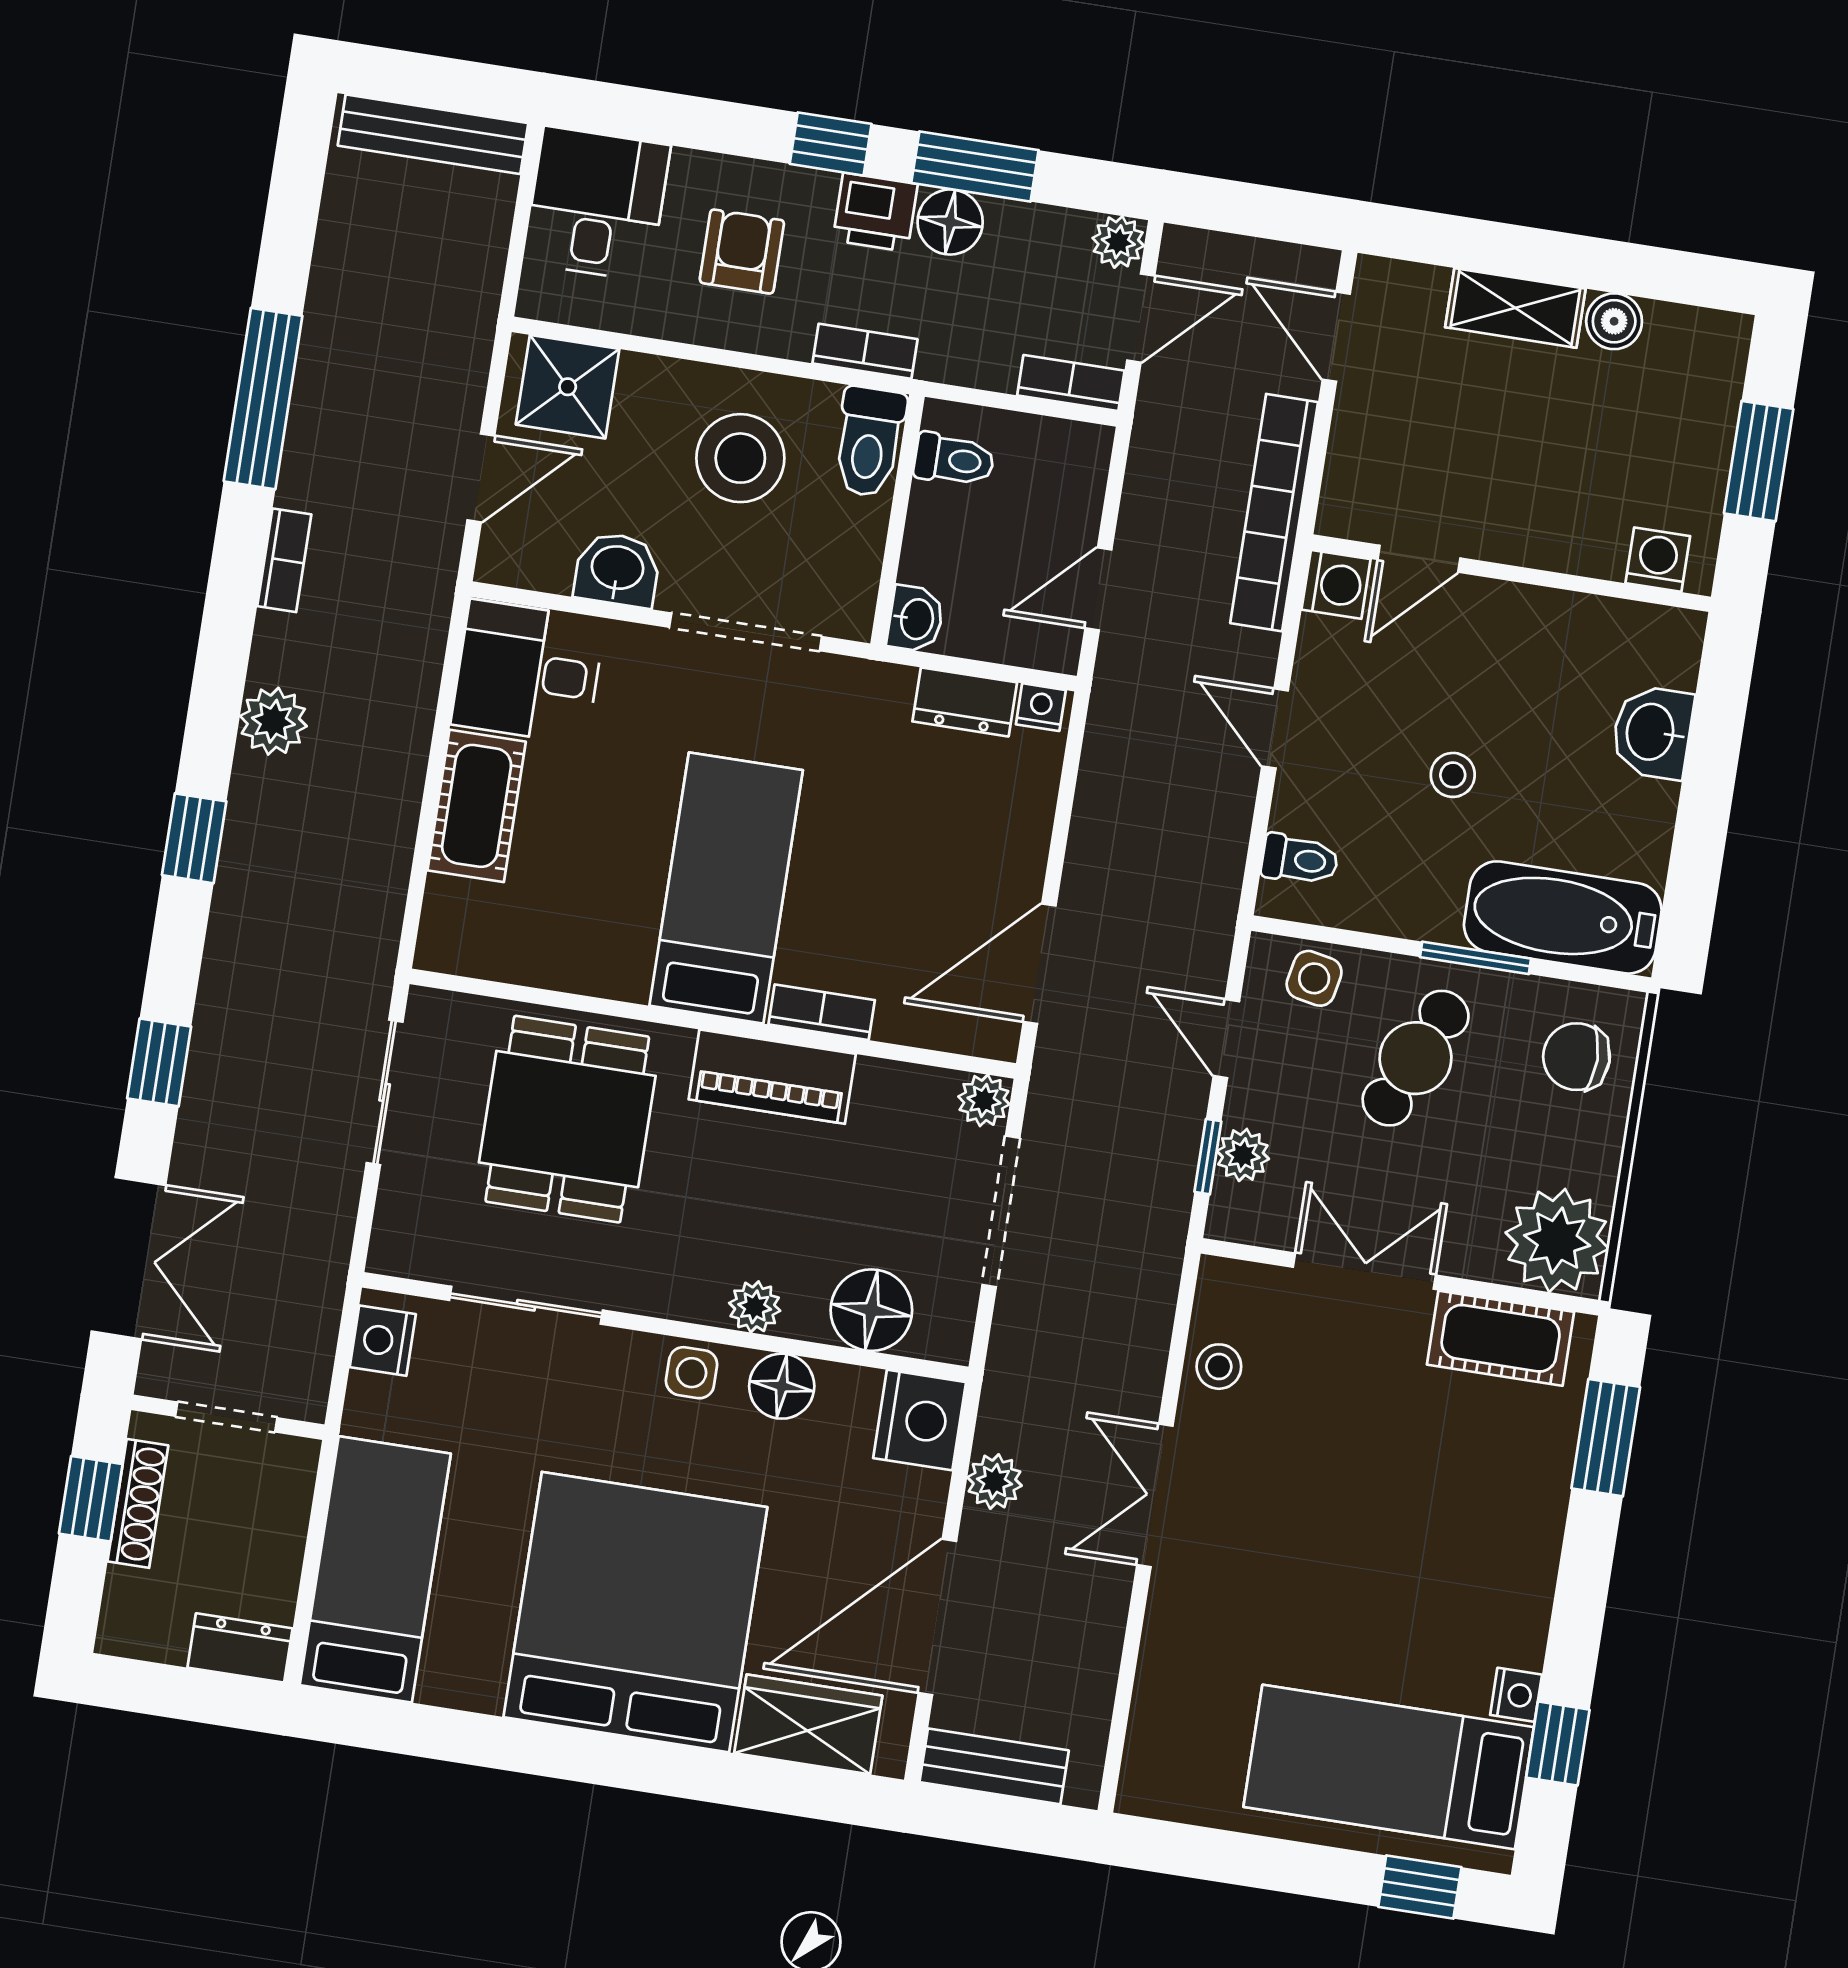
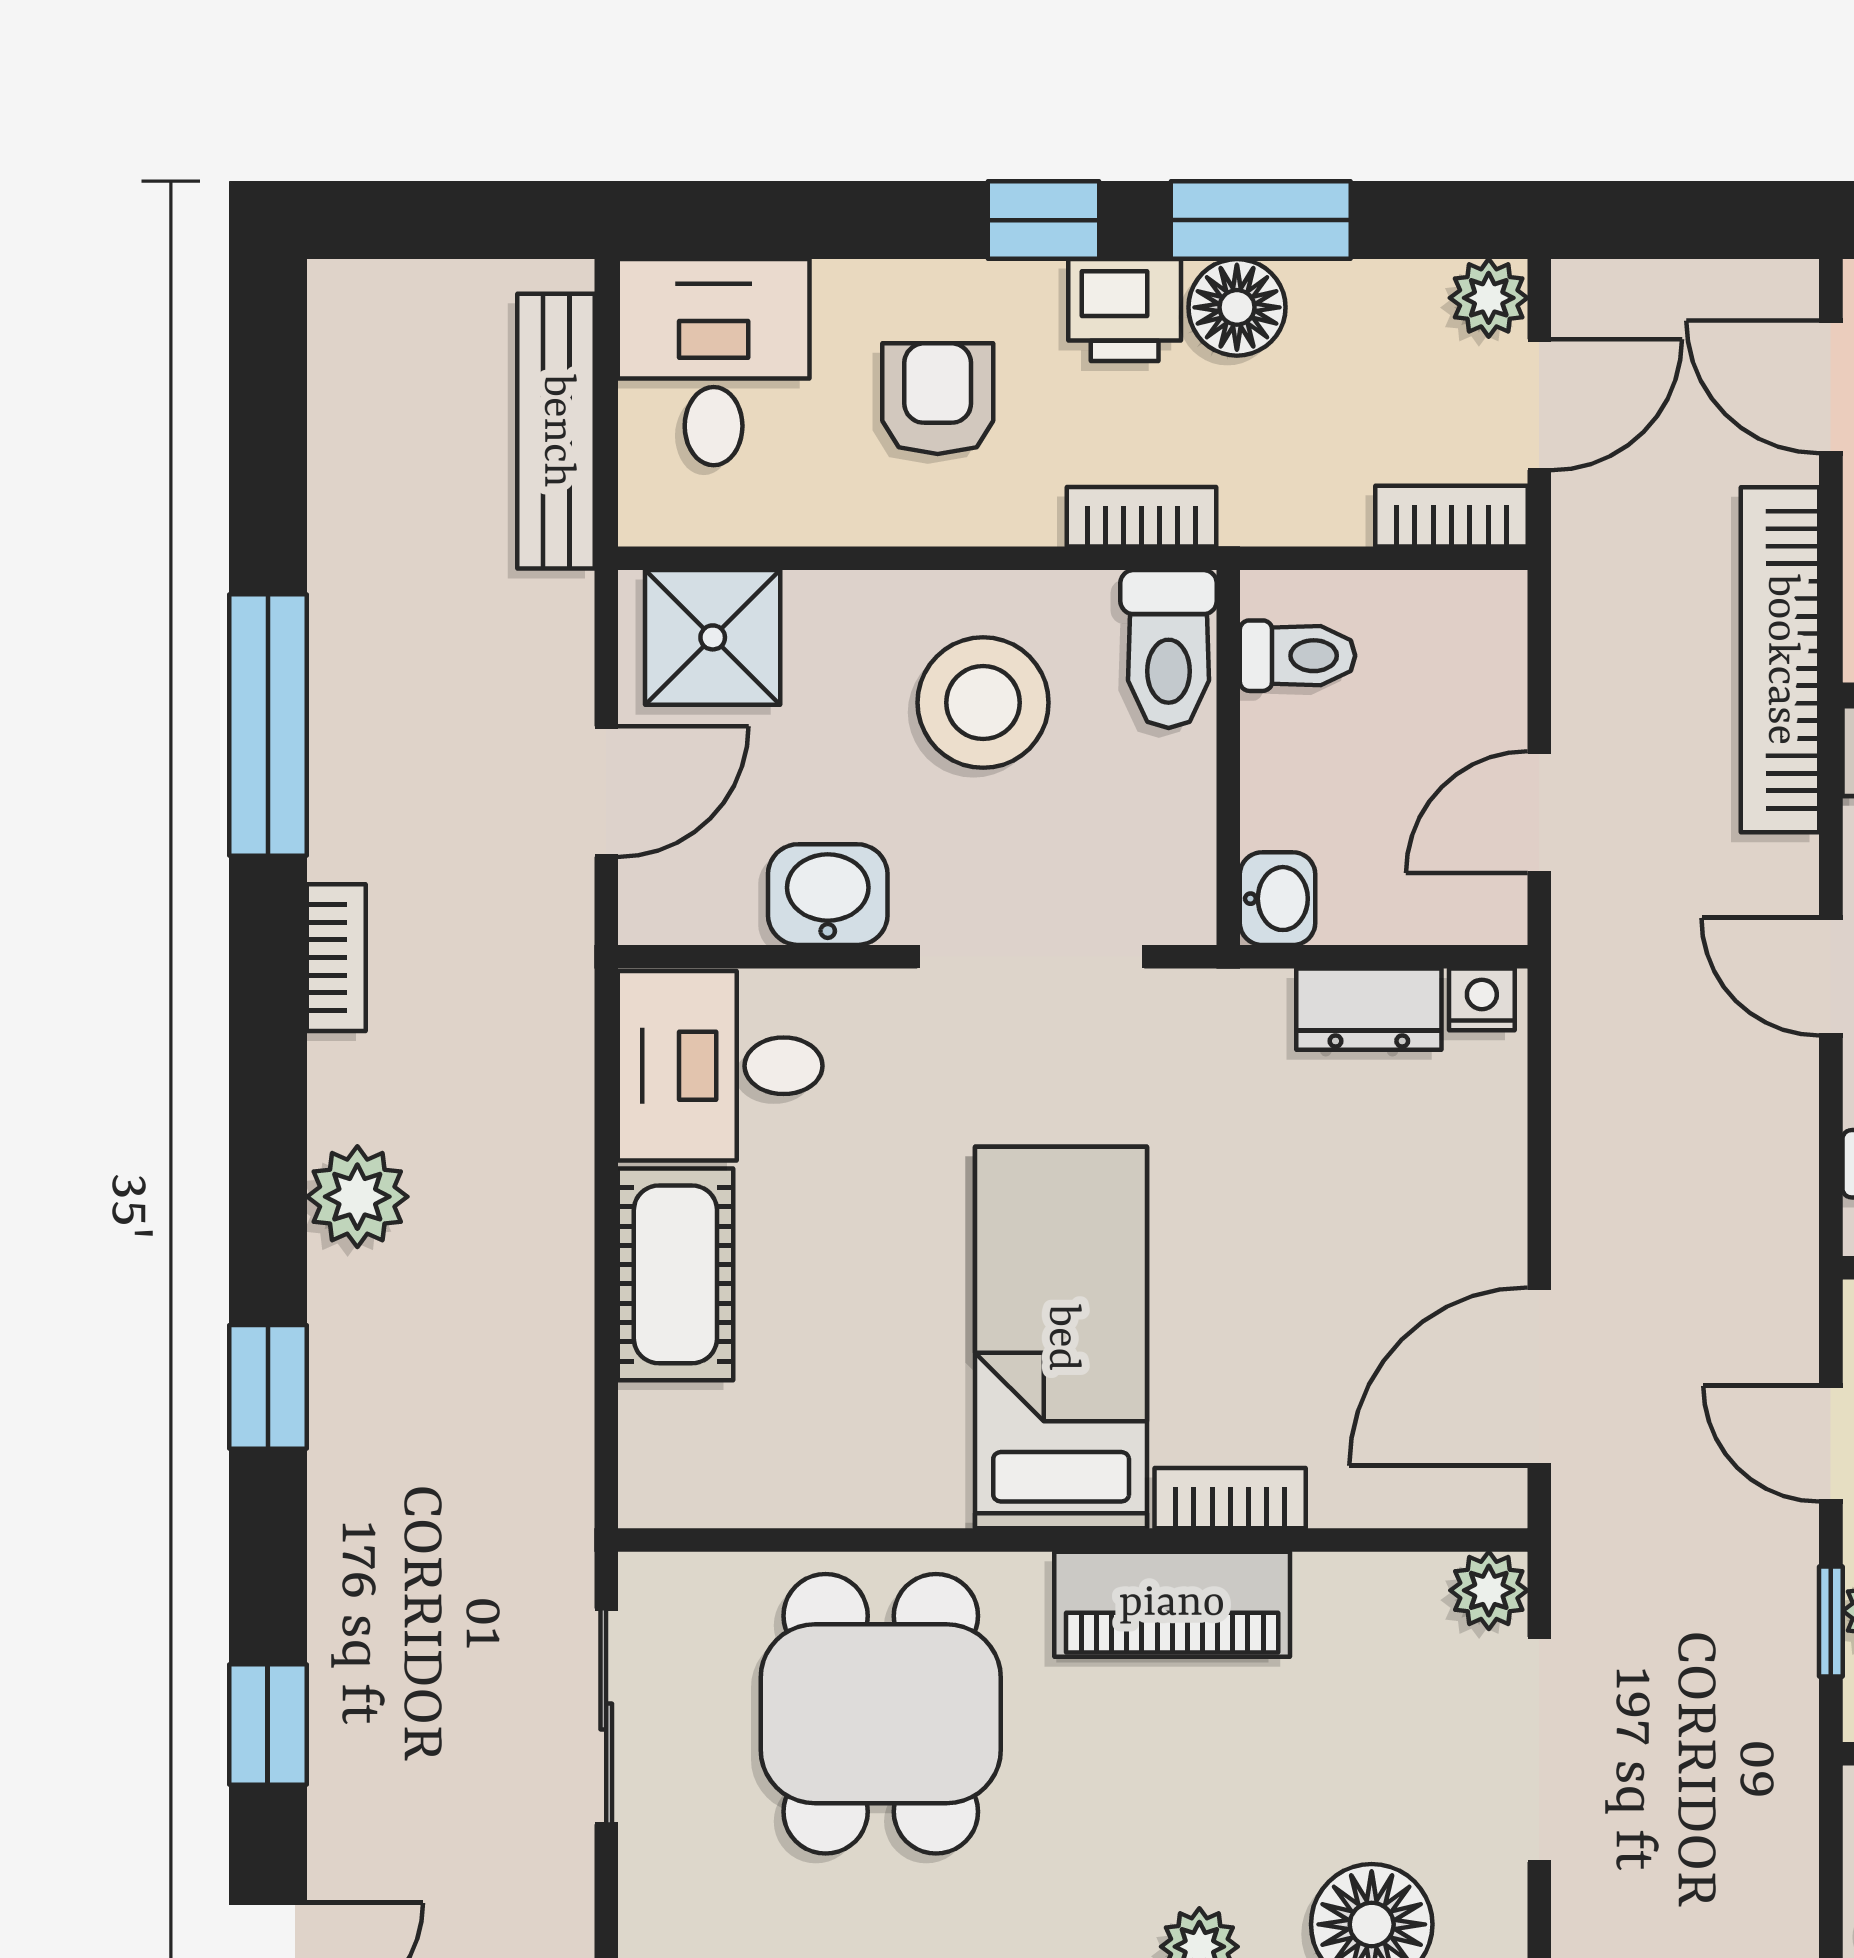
bench: (433, 134) -> (556, 431), moved, turned 90

